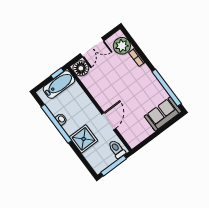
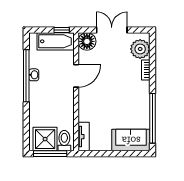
double door: (92, 47) -> (112, 30), swing flipped
door: (109, 121) -> (76, 76), moved
tv unit: (128, 136) -> (84, 137), added
shower: (84, 139) -> (45, 139), moved

